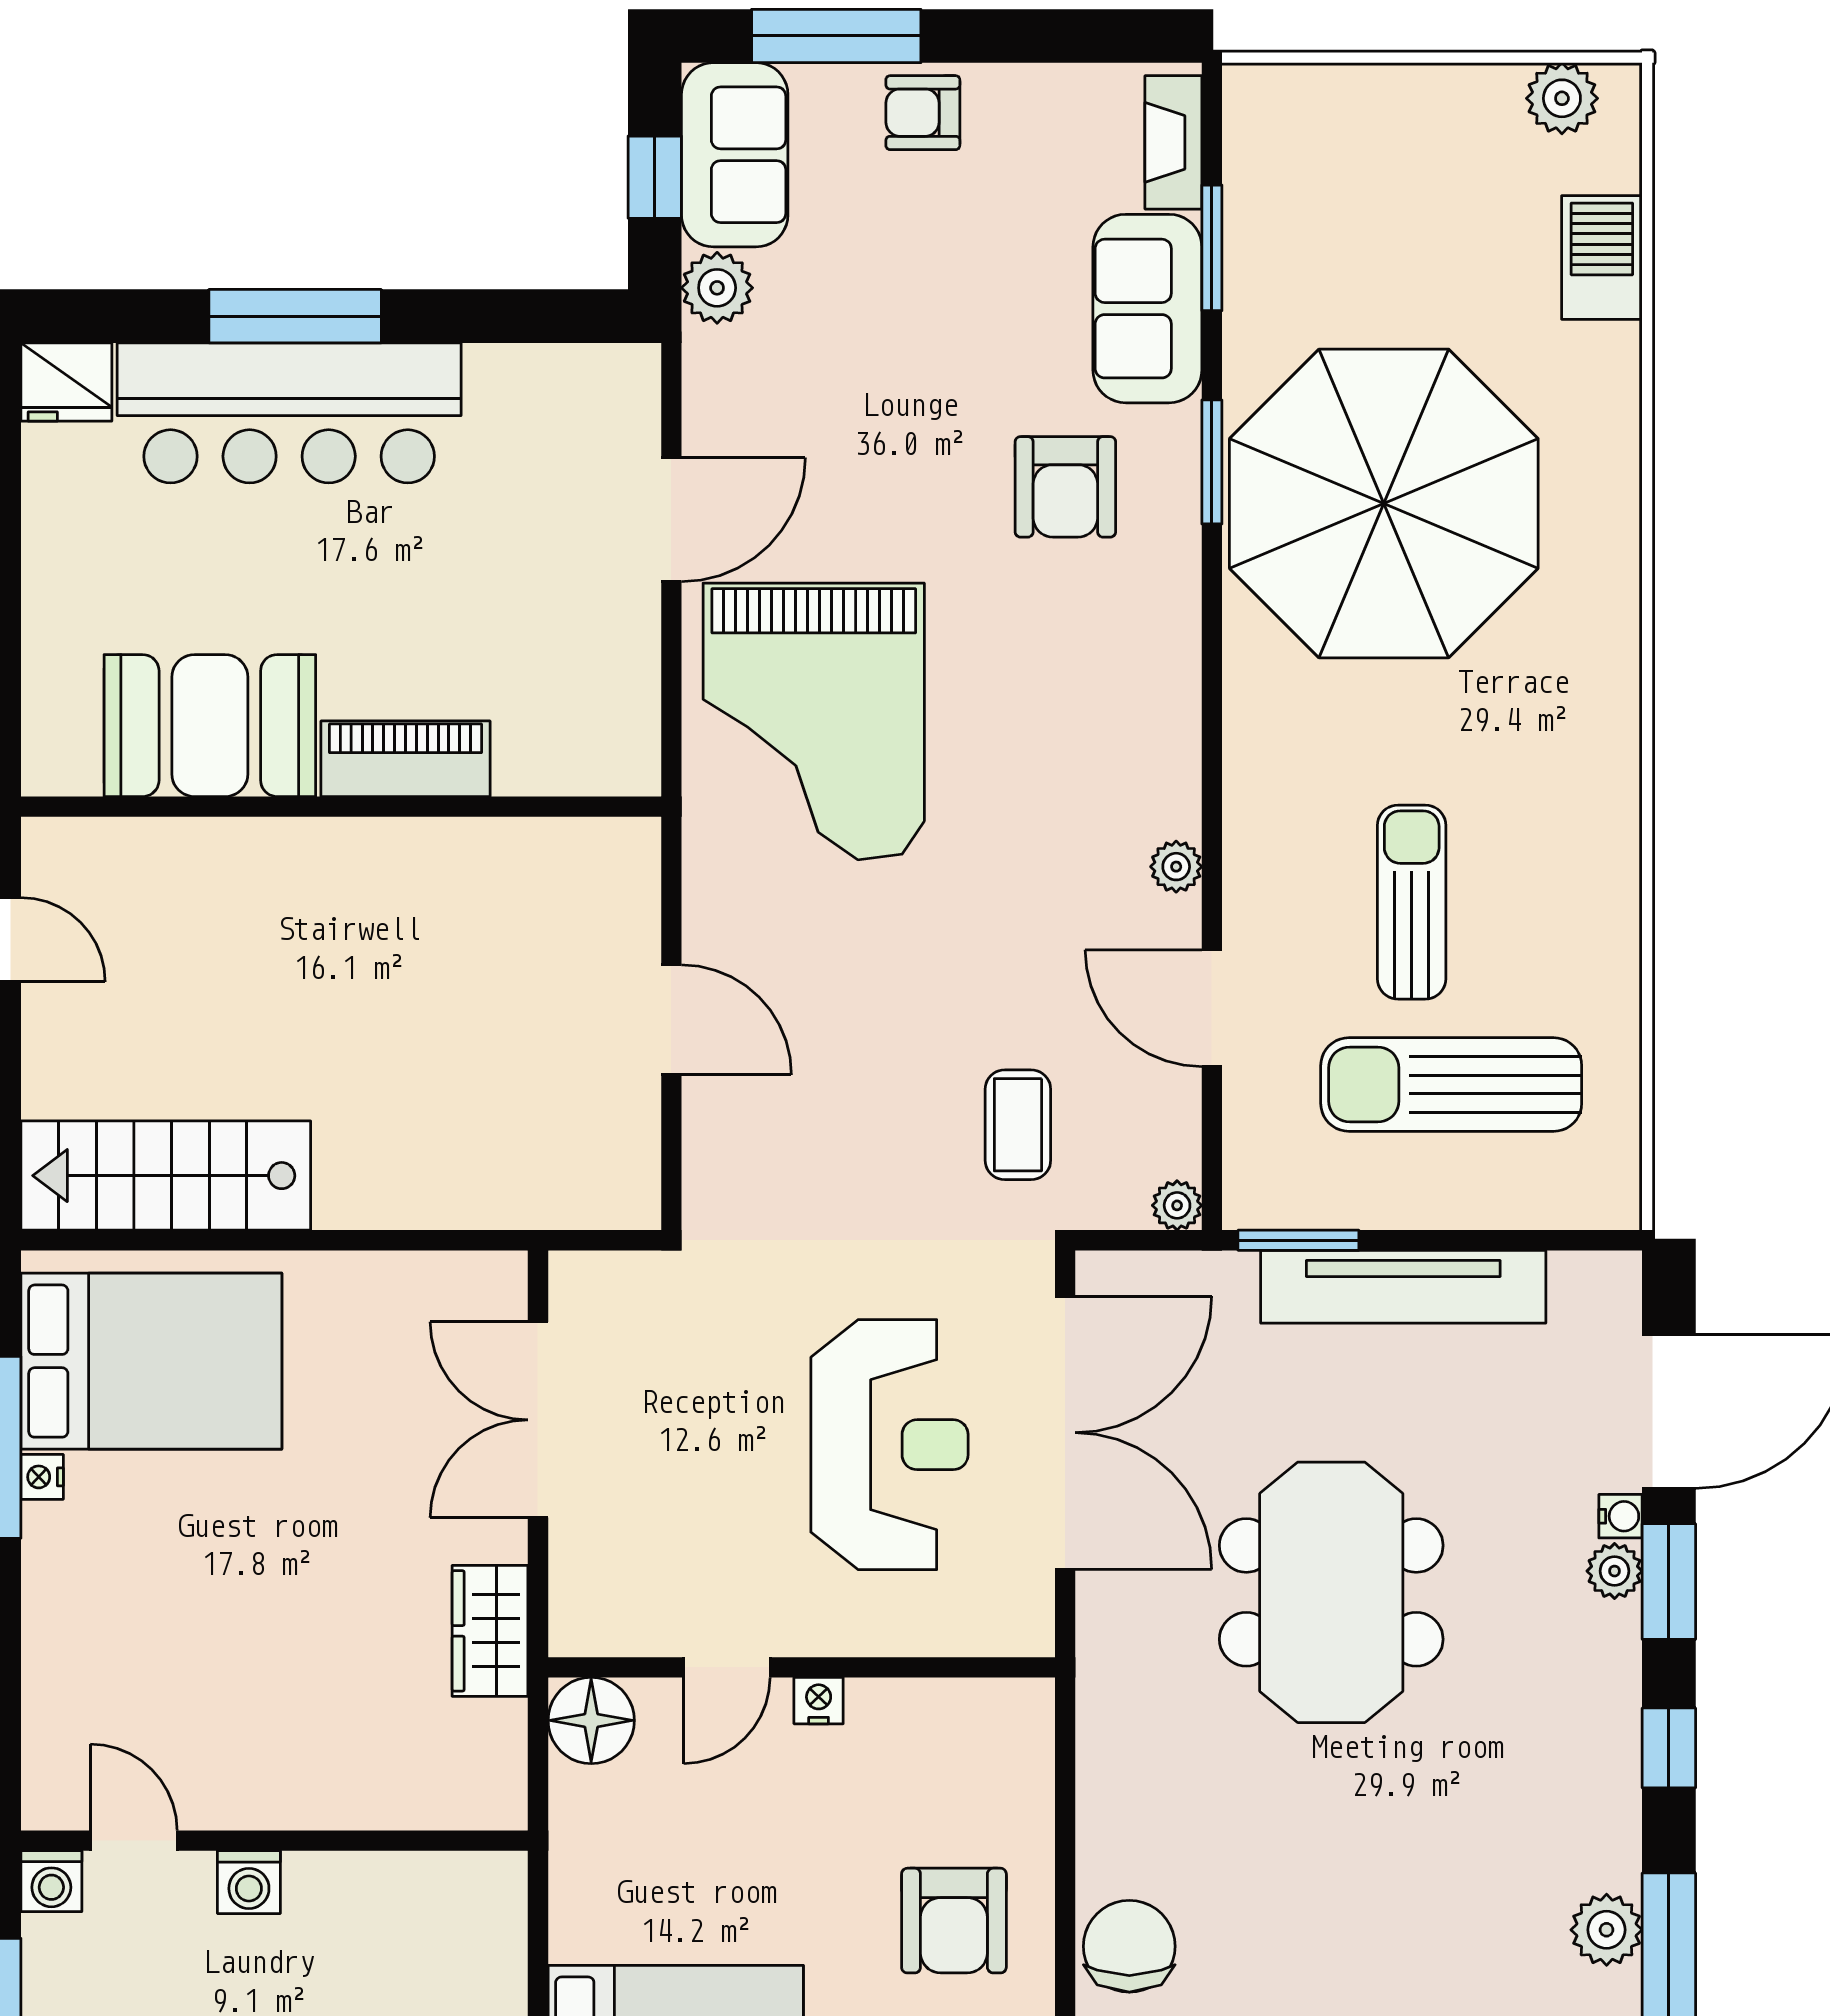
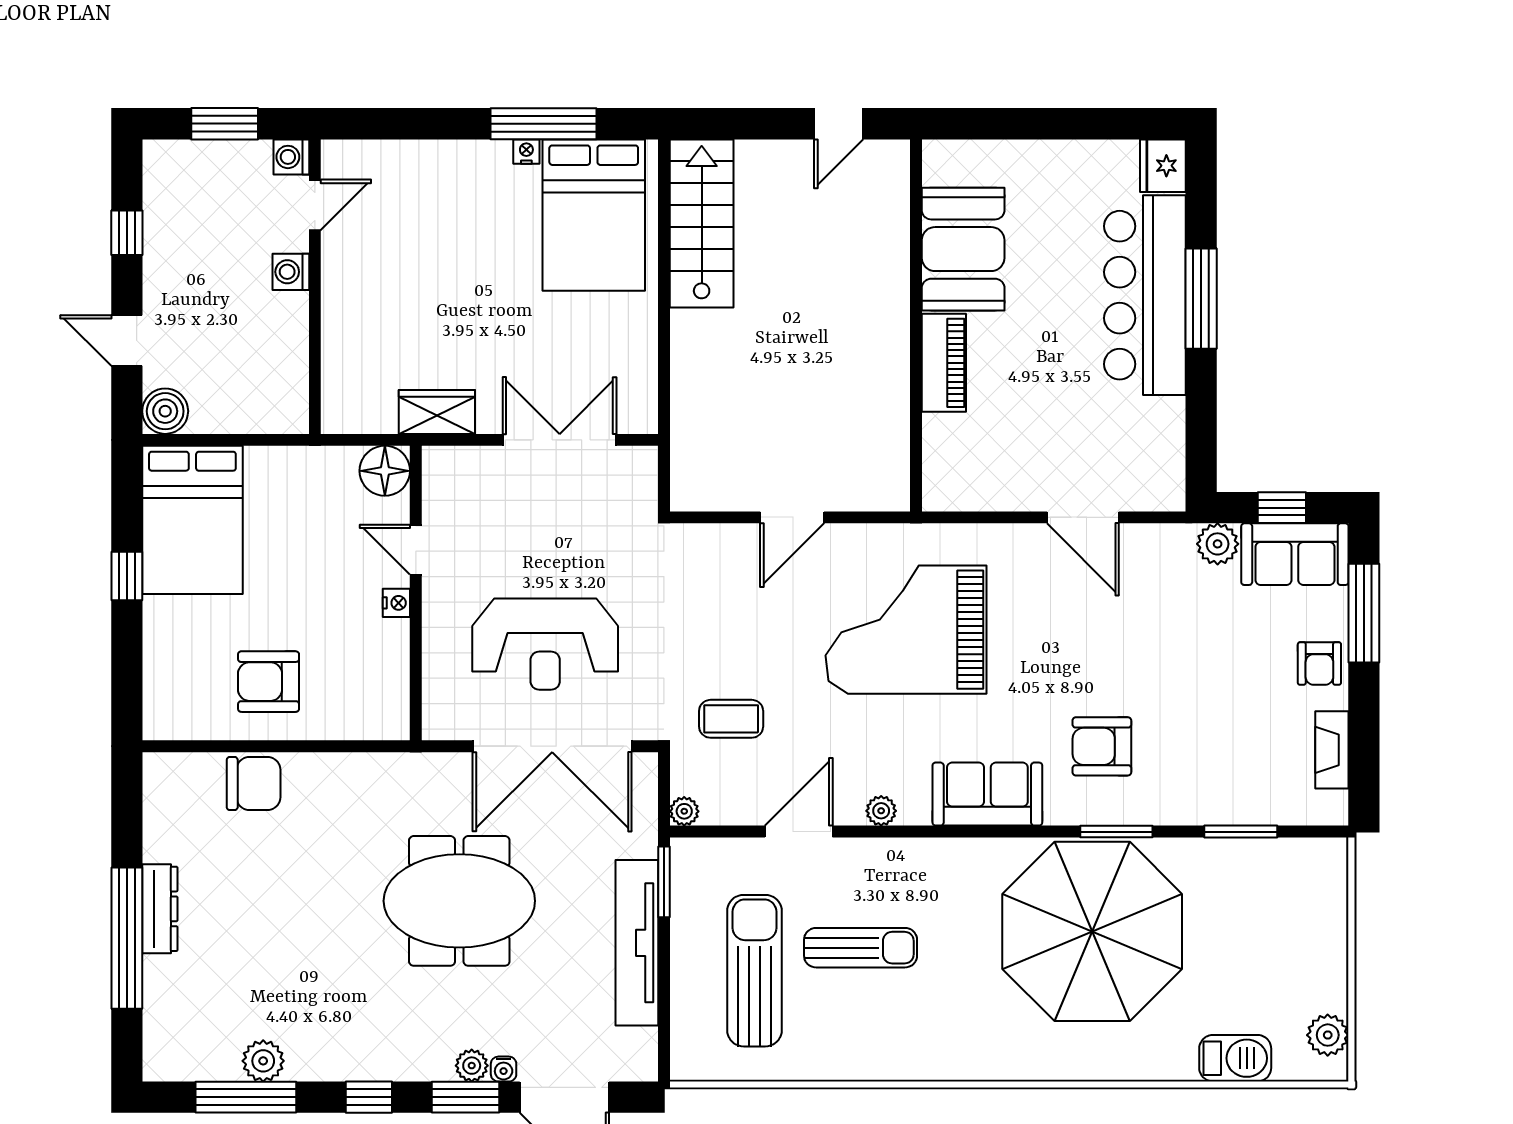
armchair: (923, 113) -> (1319, 664), turned 180
fireplace: (1173, 142) -> (1332, 750), moved, turned -90
sofa: (1147, 309) -> (987, 794), moved
grand piano: (814, 721) -> (906, 630), moved

